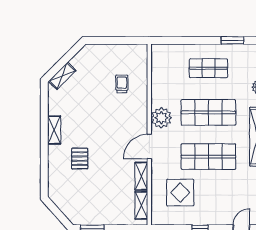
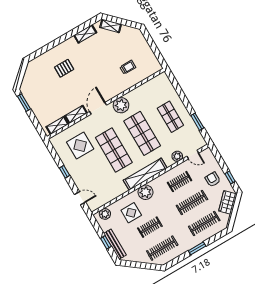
shelving: (54, 130) -> (85, 34), moved
door: (149, 147) -> (98, 108), hinge flipped

